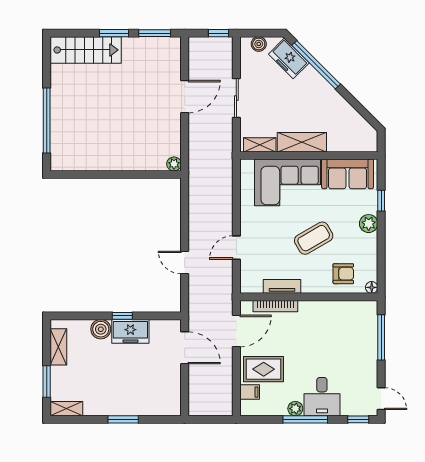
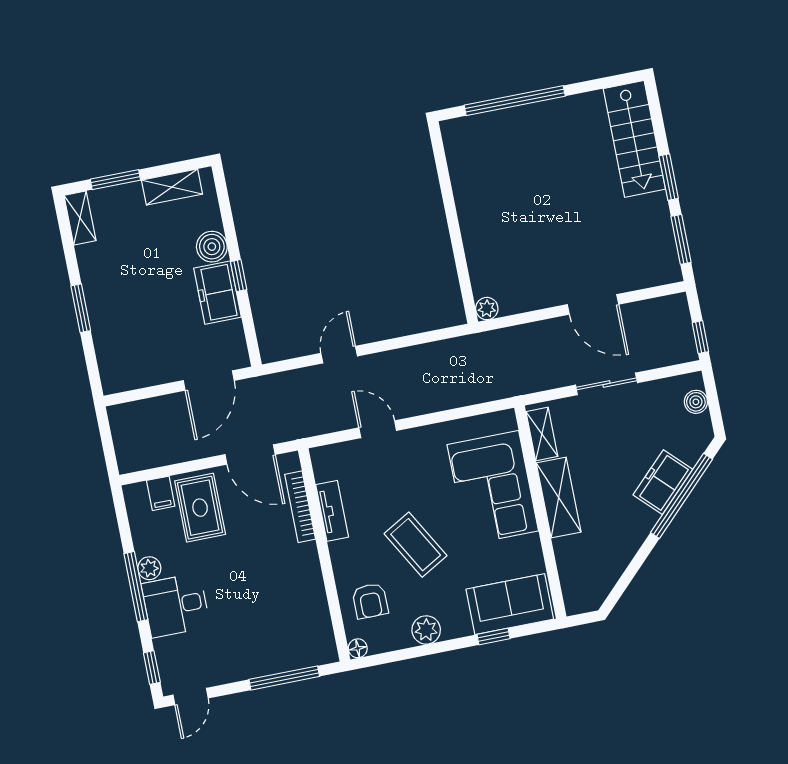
freezer: (289, 58) -> (663, 482), moved
sofa: (348, 174) -> (510, 604), moved, turned 90
plant: (369, 224) -> (426, 630), moved

